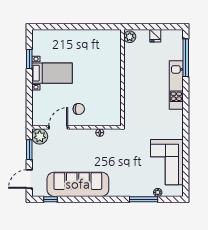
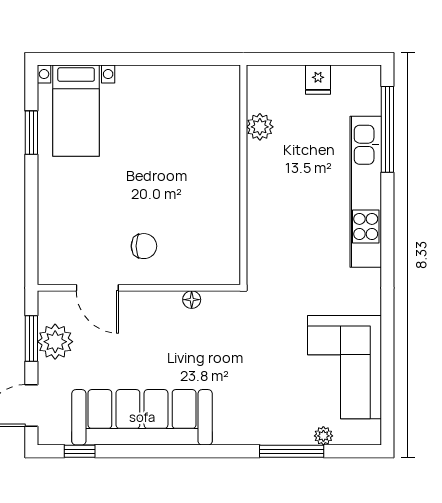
plant: (130, 37) -> (260, 127), moved
bed with nightstands: (52, 73) -> (76, 111), moved, turned 90
kitchen unit: (176, 85) -> (366, 192), width x1.36
door: (58, 127) -> (97, 288), swing flipped
plant: (40, 136) -> (55, 342), moved

